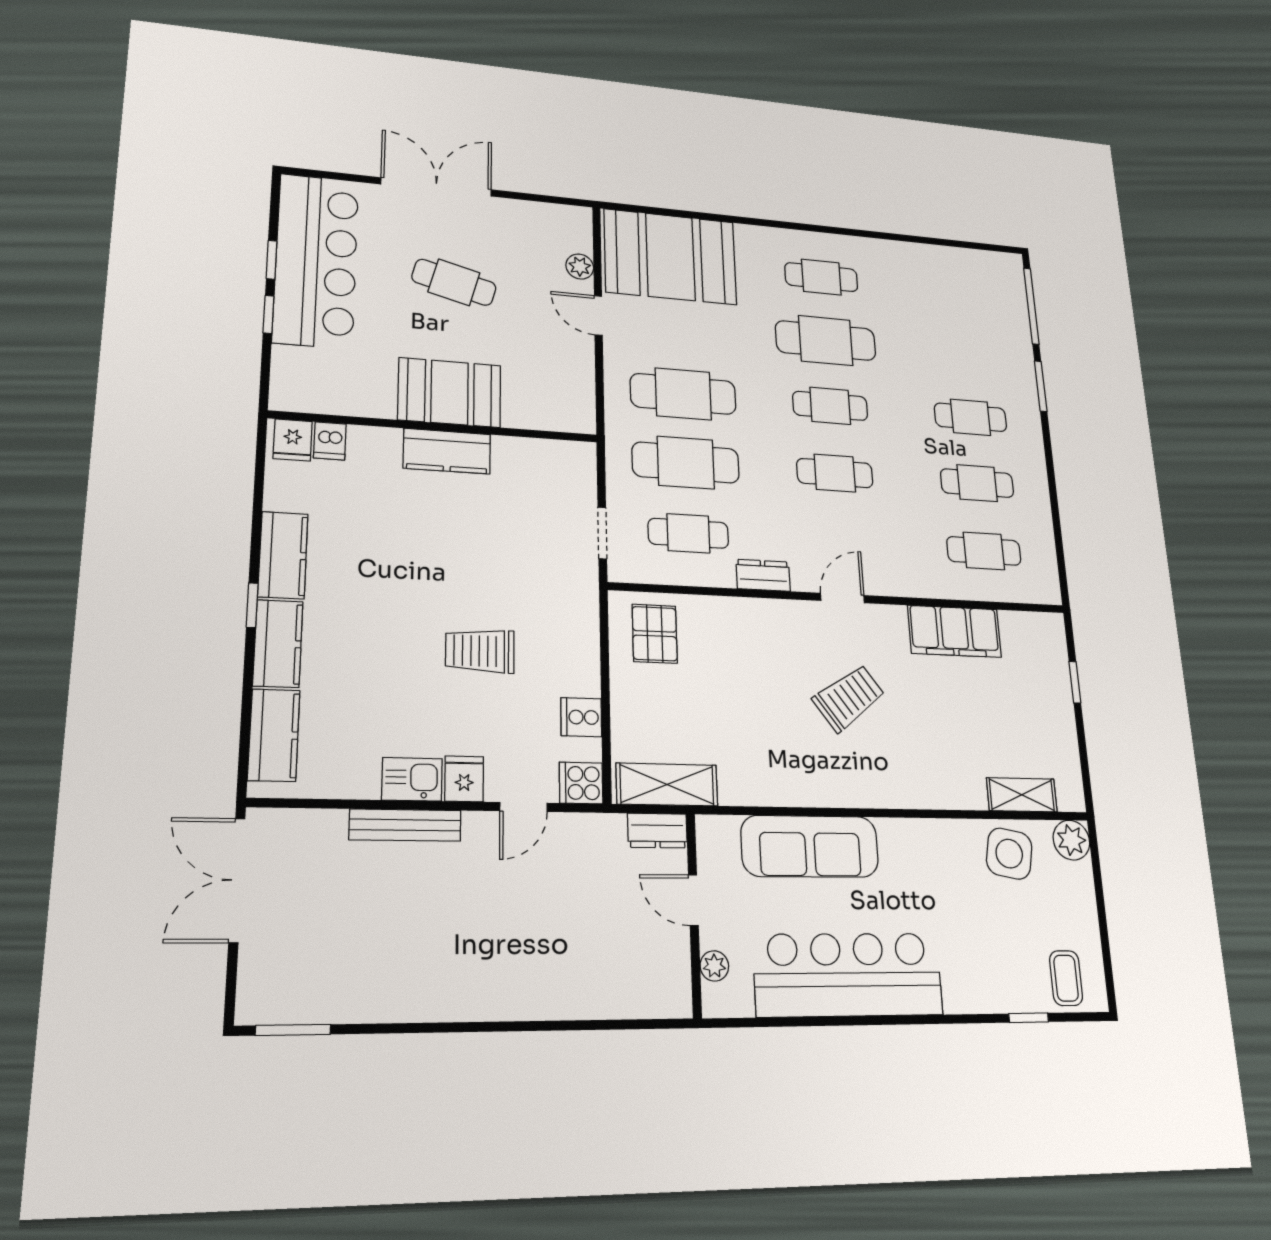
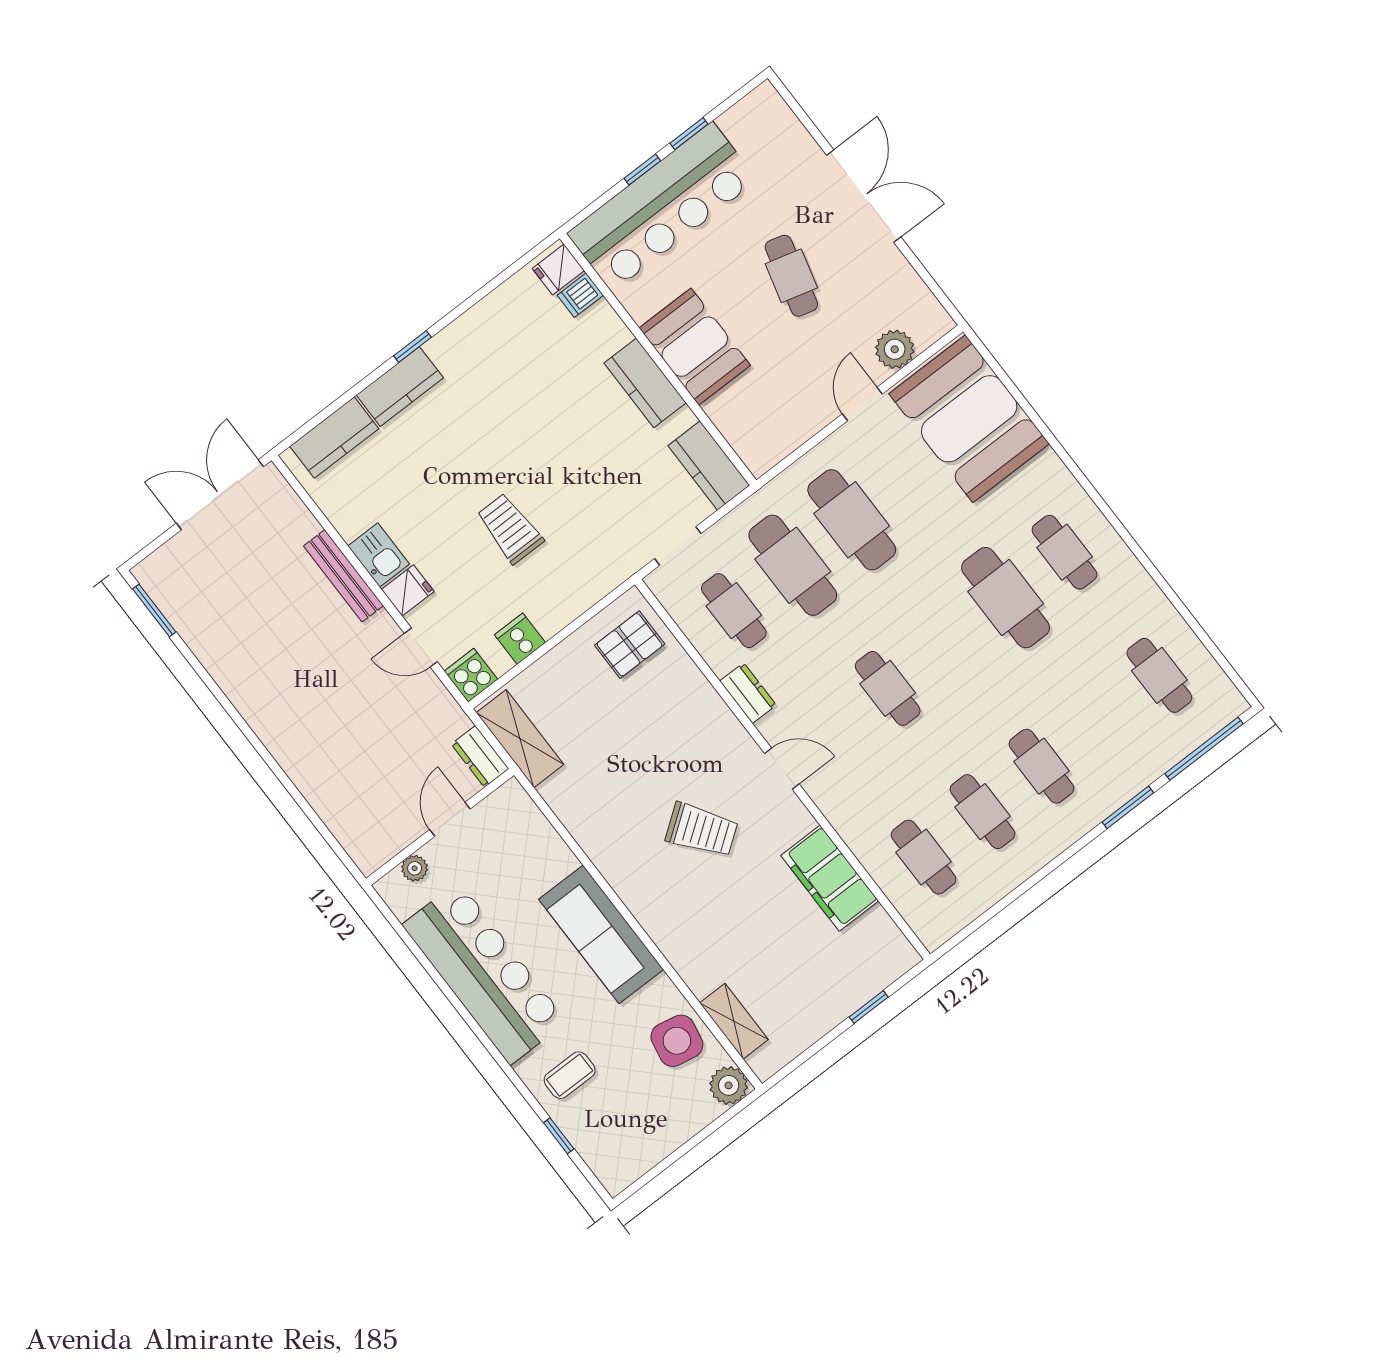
bar counter: (316, 261) -> (662, 207), moved
plant: (580, 267) -> (895, 349), width x1.38, depth x1.38
cafe table: (830, 406) -> (1159, 675), moved
kitchen counter: (283, 555) -> (709, 465), moved, turned 90
sofa: (810, 846) -> (601, 934), moved
coffee table: (1066, 978) -> (570, 1075), moved

